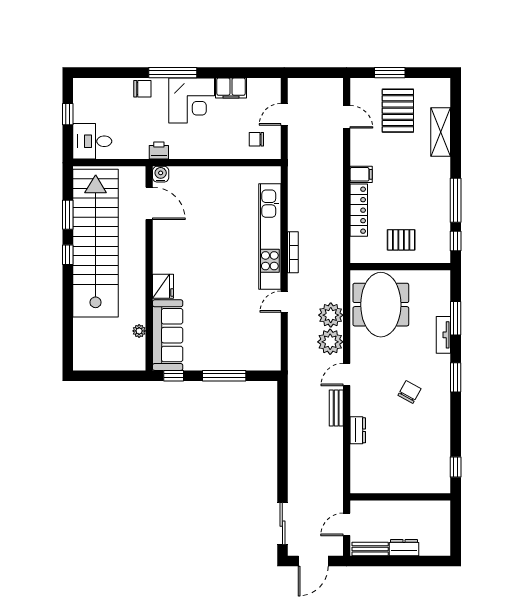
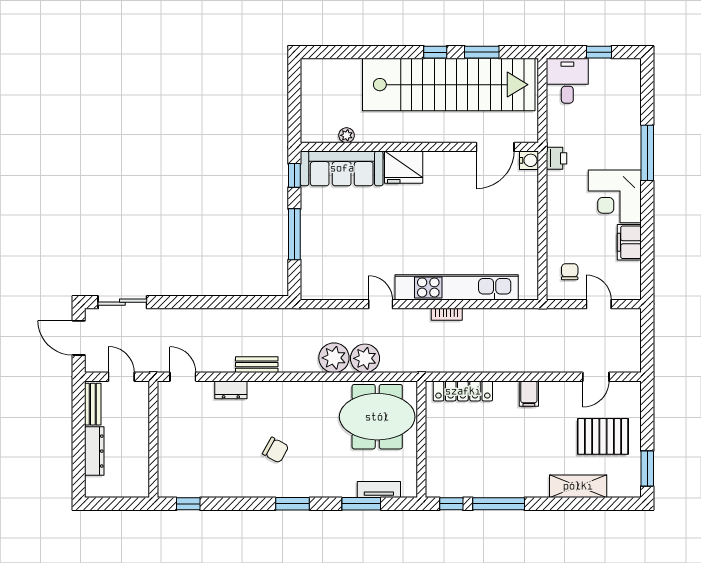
window: (173, 73) -> (647, 153), moved
window: (390, 73) -> (647, 468), moved
chair: (142, 89) -> (629, 139), removed
locker: (359, 210) -> (463, 391), moved
pallet: (401, 240) -> (453, 440), removed
bookcase: (293, 252) -> (447, 314), width x0.64
fridge: (163, 286) -> (404, 167), width x1.36, depth x1.34
tv unit: (443, 335) -> (379, 490), moved
door: (347, 374) -> (183, 377), moved
dresser: (404, 548) -> (94, 451), width x1.44

